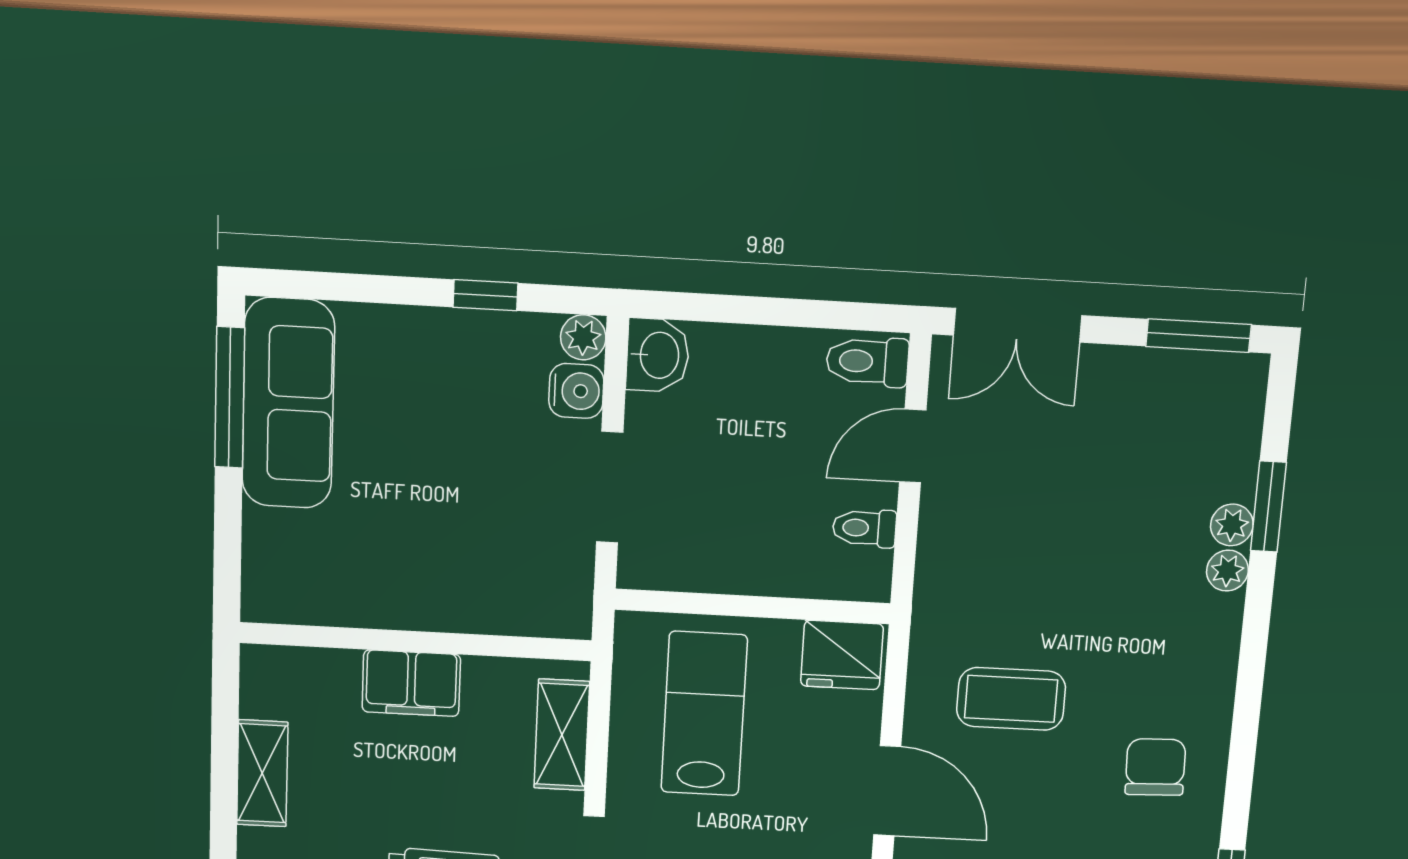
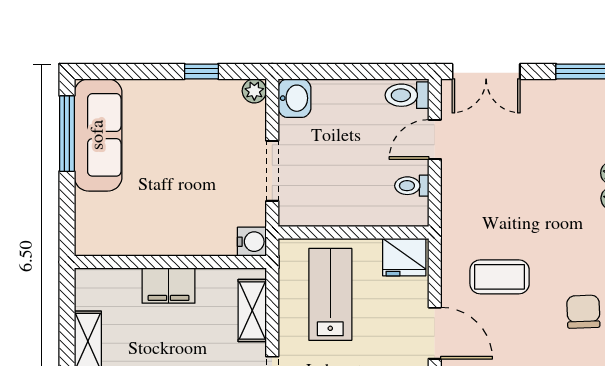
water cooler: (576, 391) -> (252, 242), moved

